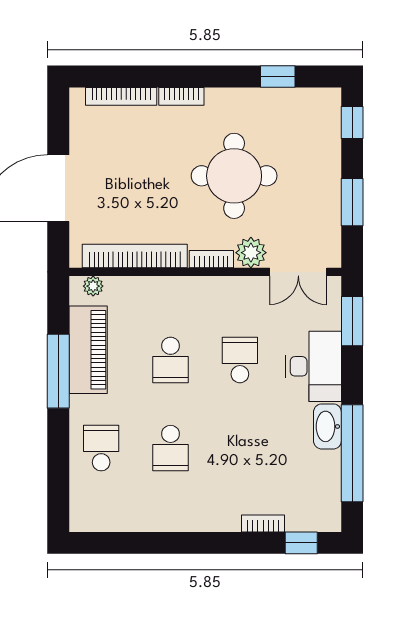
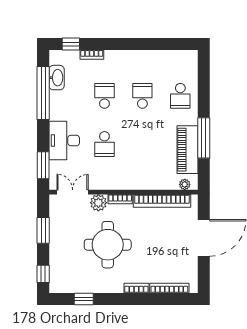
school desk: (171, 360) -> (104, 96), moved
washbasin: (327, 426) -> (57, 78), moved

